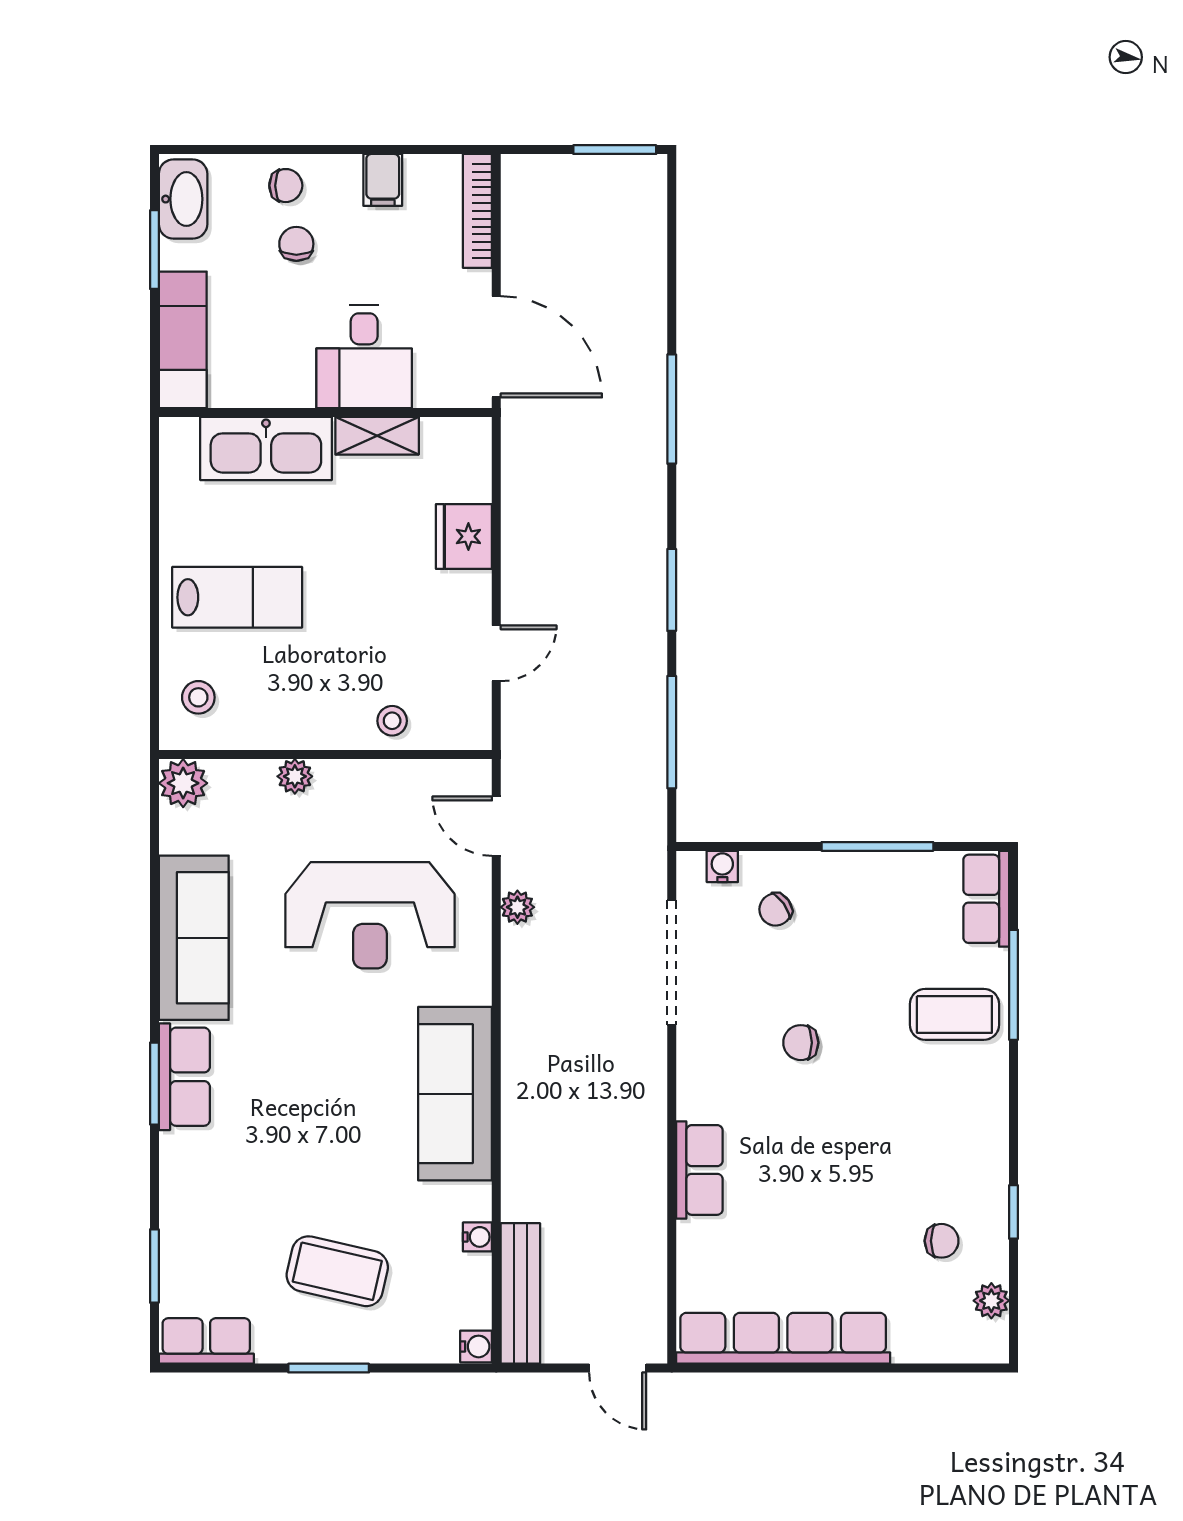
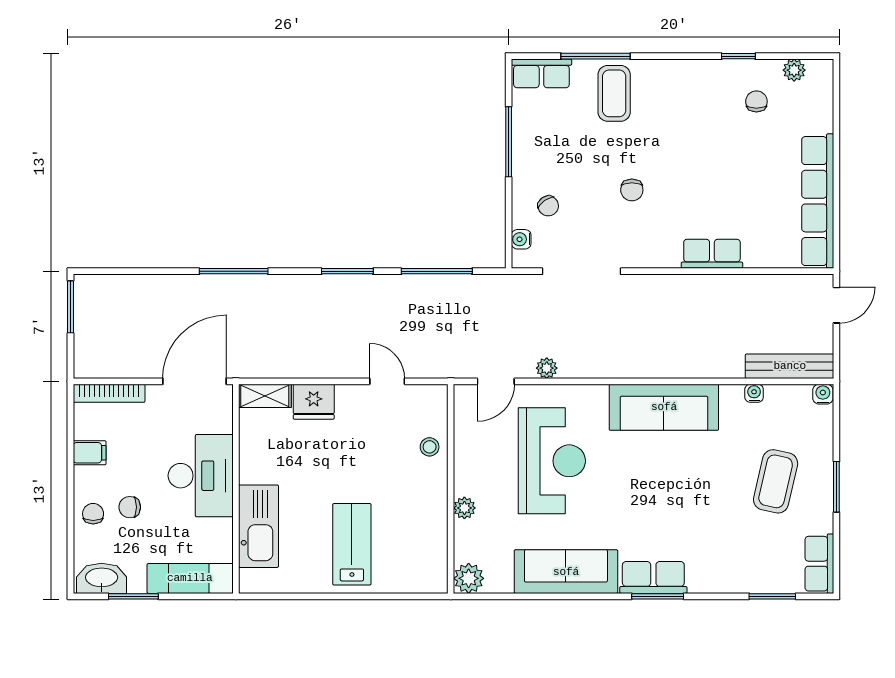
desk: (364, 357) -> (201, 476), width x1.37
shelving: (377, 436) -> (265, 396), moved, turned 90
stool: (198, 697) -> (415, 569), removed

